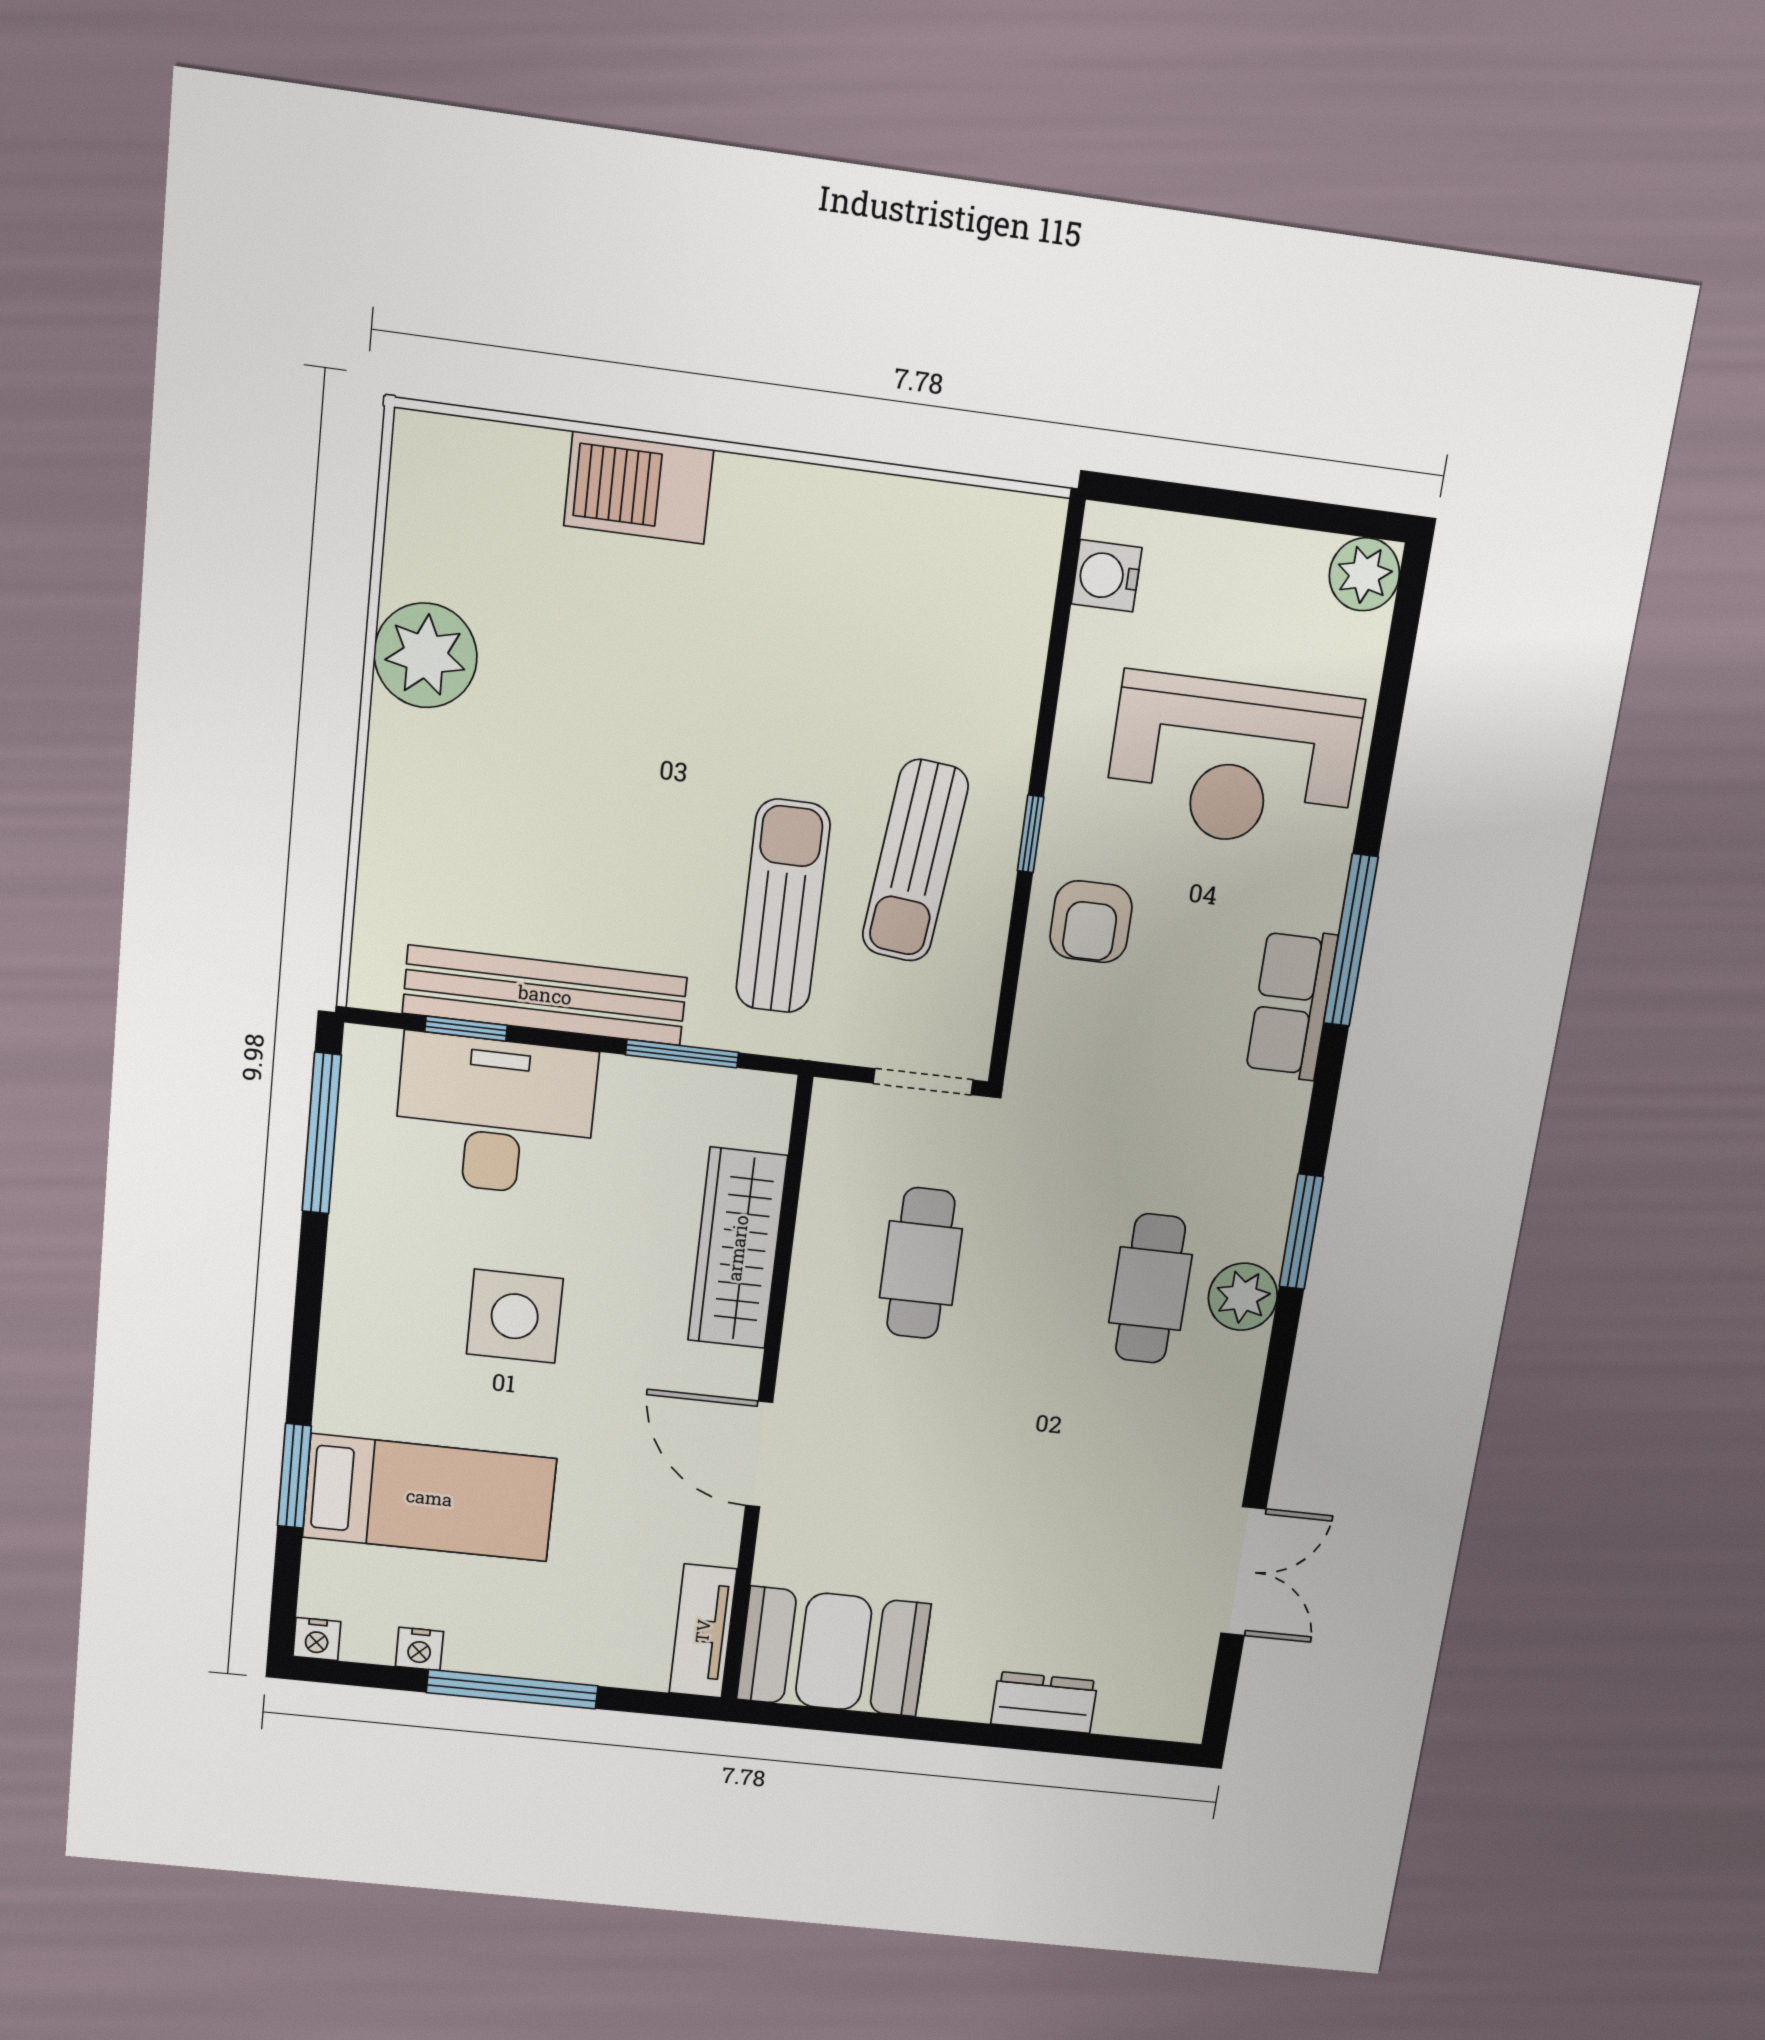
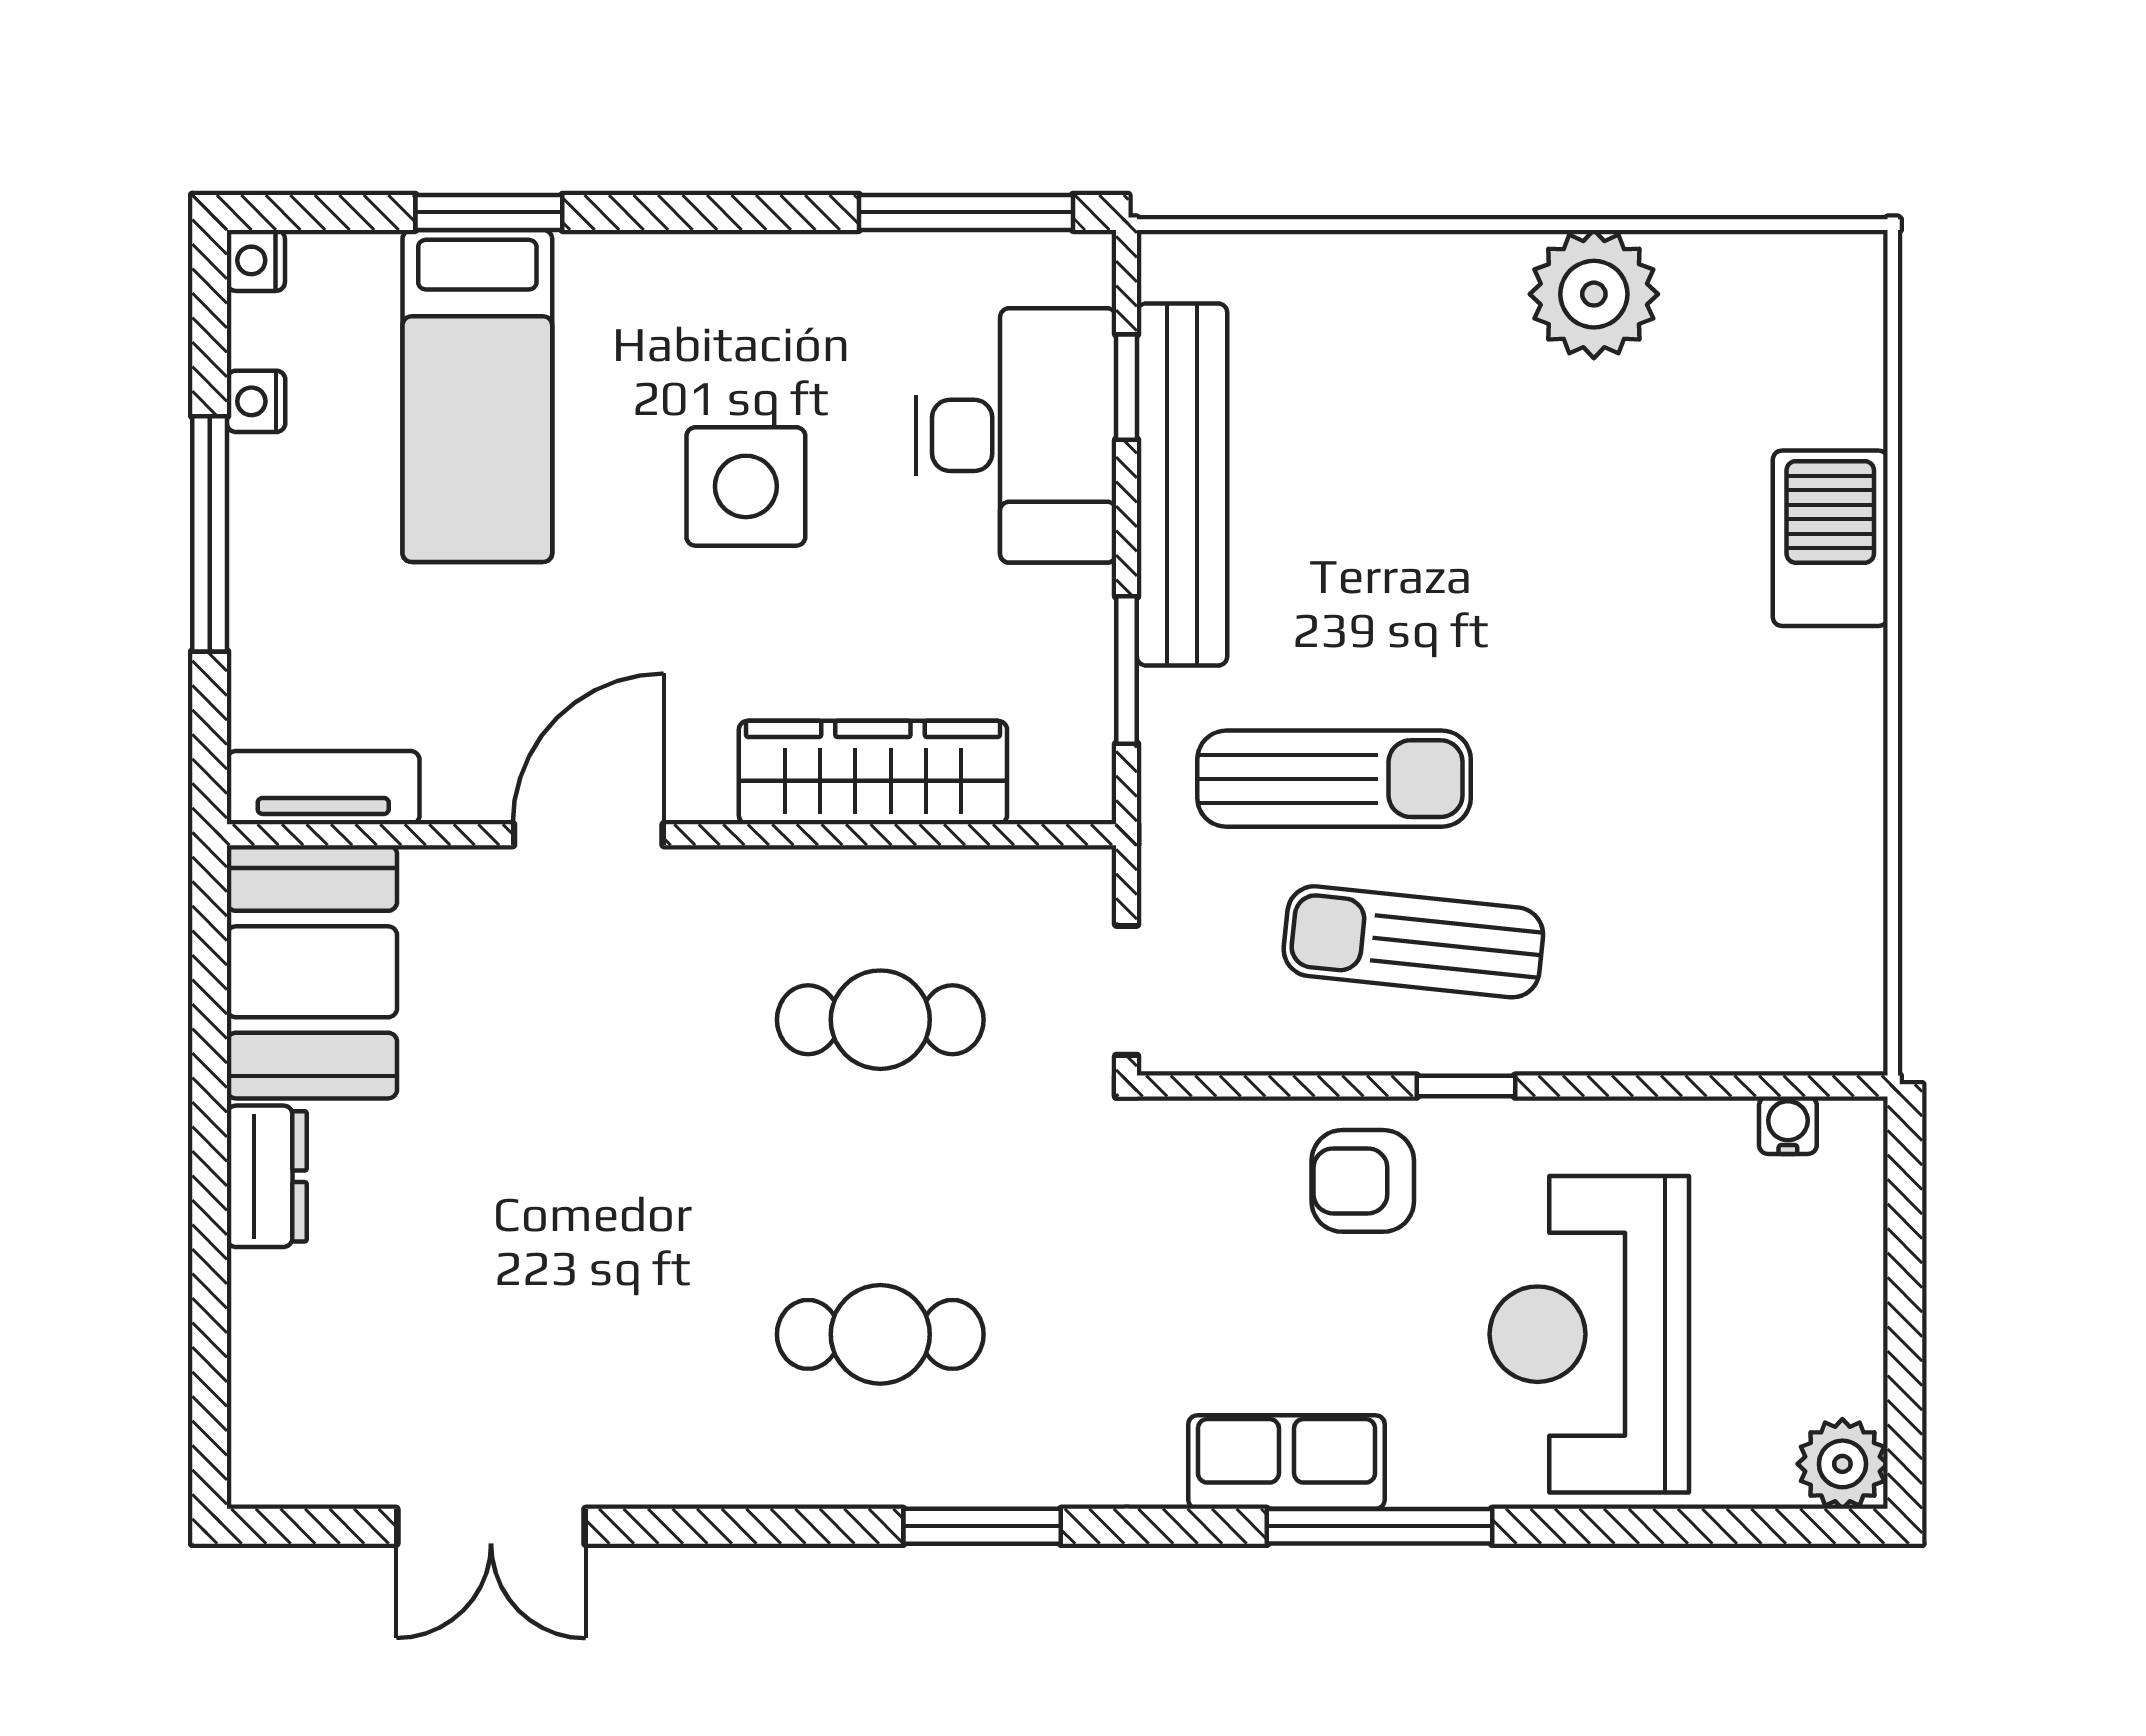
water cooler: (1107, 576) -> (1788, 1125), width x0.72, depth x0.72
plant: (1243, 1297) -> (883, 1462), removed
dresser: (1044, 1702) -> (267, 1176), moved

